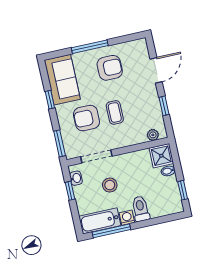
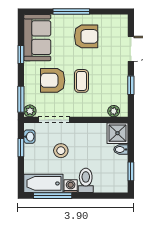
plant: (71, 153) -> (30, 111), added

